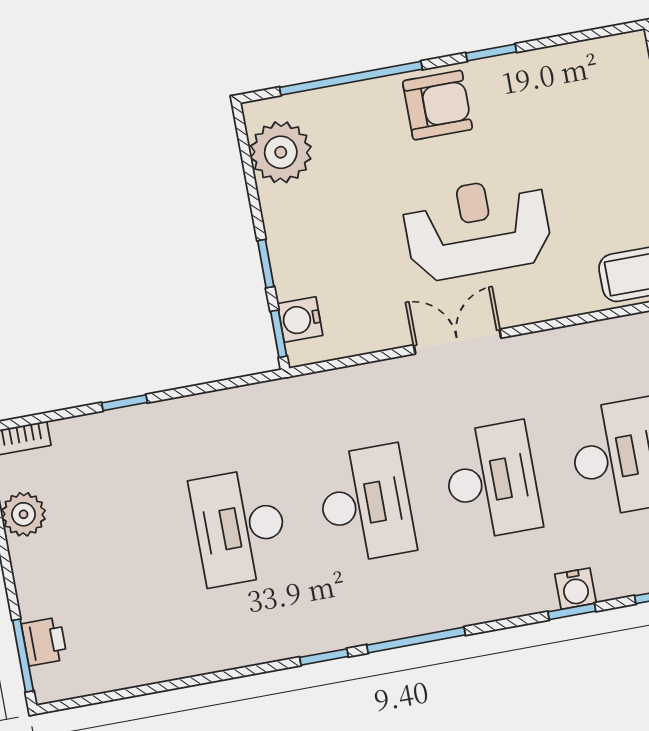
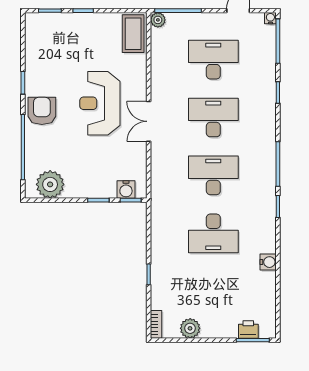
water cooler: (575, 589) -> (268, 262), moved

